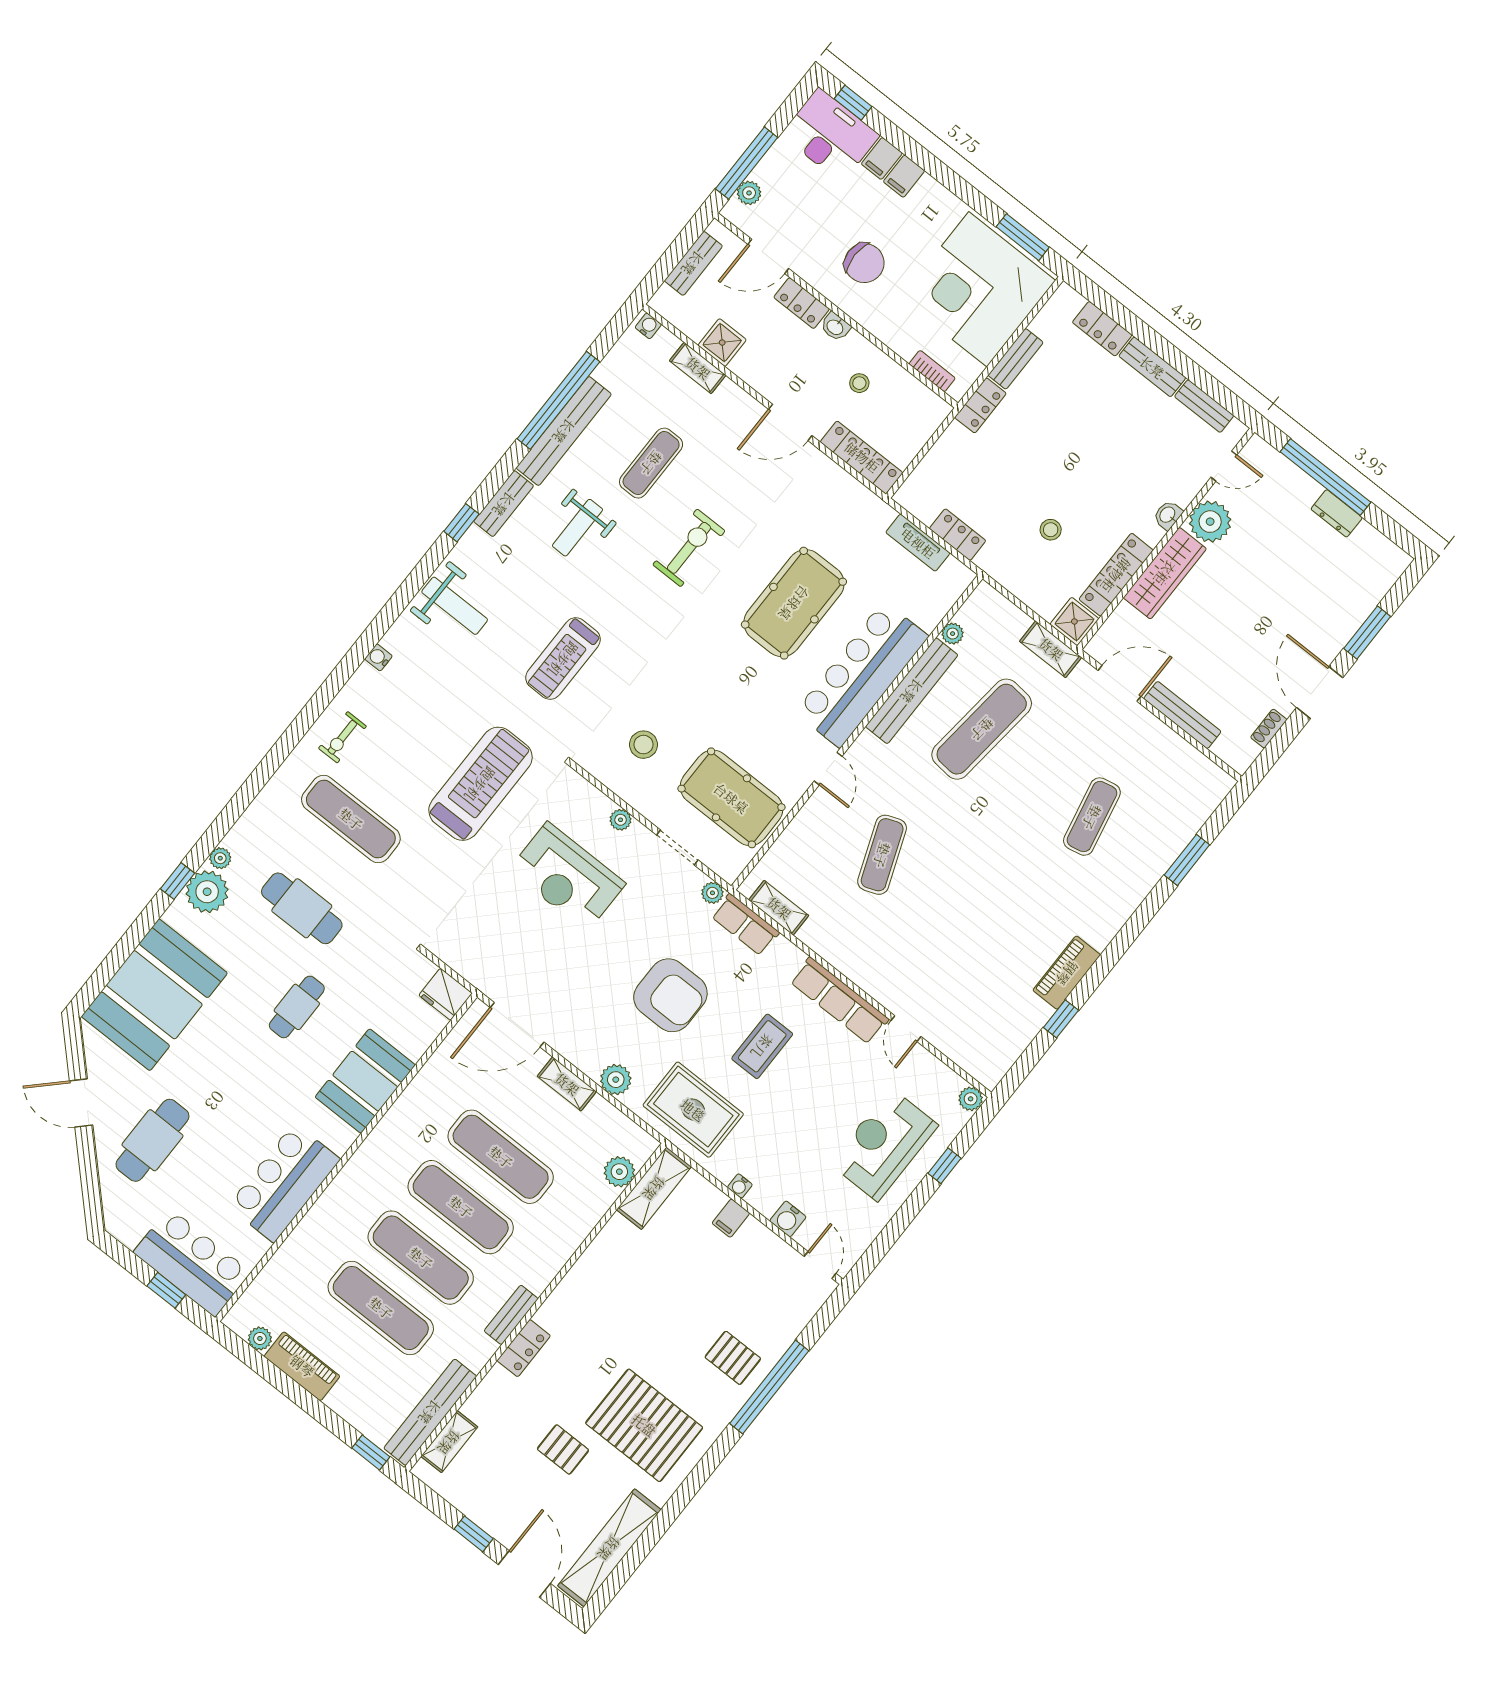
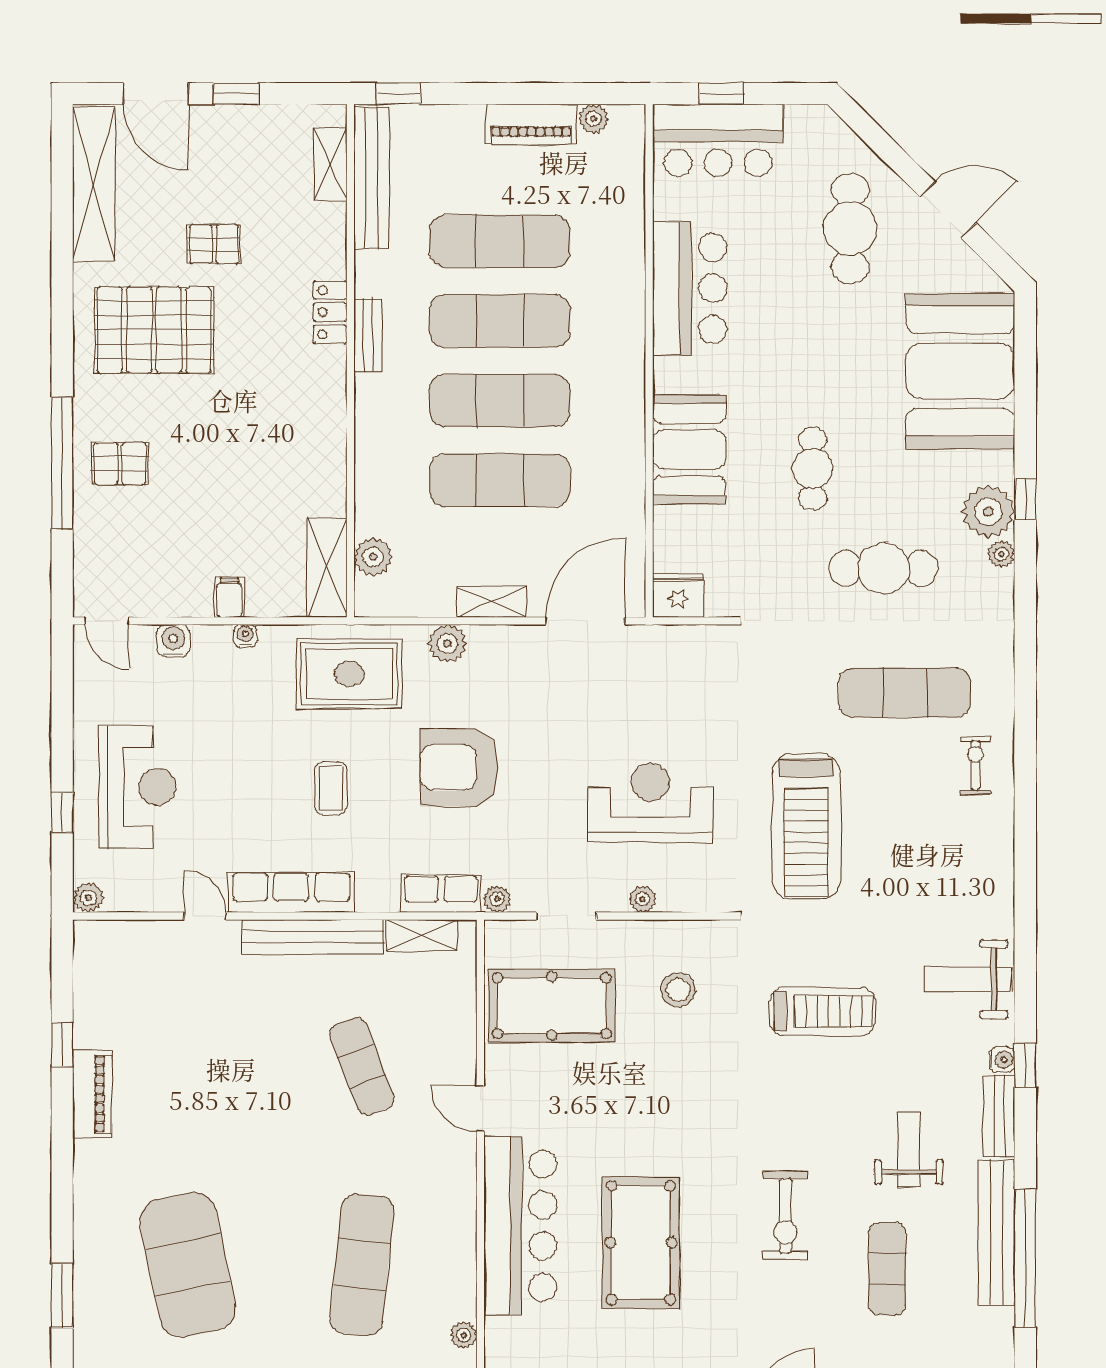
water cooler: (378, 657) -> (1002, 1060), moved
treadmill: (563, 659) -> (822, 1011), turned 90
bench: (912, 691) -> (313, 937), moved, turned 90
exercise mat: (1092, 817) -> (188, 1265), width x2.00, depth x1.45
coffee table: (762, 1046) -> (331, 788), width x0.73, depth x0.77

